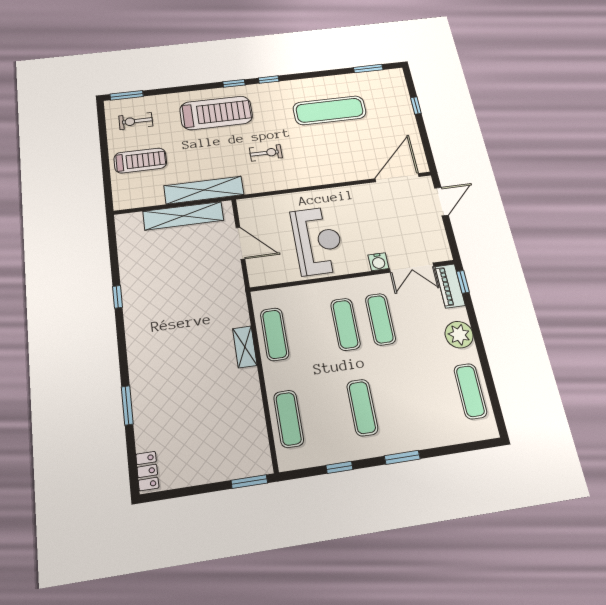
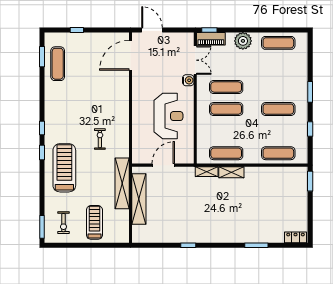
exercise mat: (330, 110) -> (58, 64), moved, width x0.73, depth x0.69
door: (397, 178) -> (131, 55), hinge flipped
reception desk: (318, 241) -> (168, 116), turned 90
shelving: (240, 308) -> (207, 172), added

